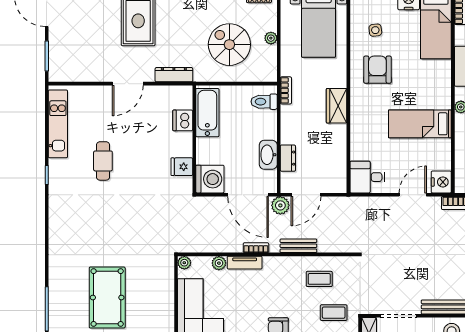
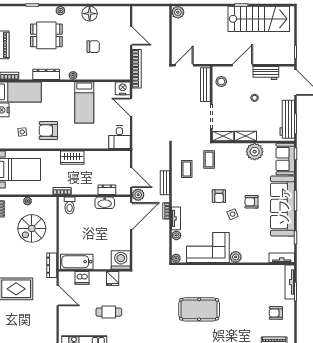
bathtub: (207, 113) -> (77, 262), moved
dishwasher: (183, 120) -> (82, 278), moved
wall: (194, 139) -> (94, 270), moved
fridge: (182, 167) -> (113, 279), moved
washing machine: (210, 179) -> (121, 260), moved

